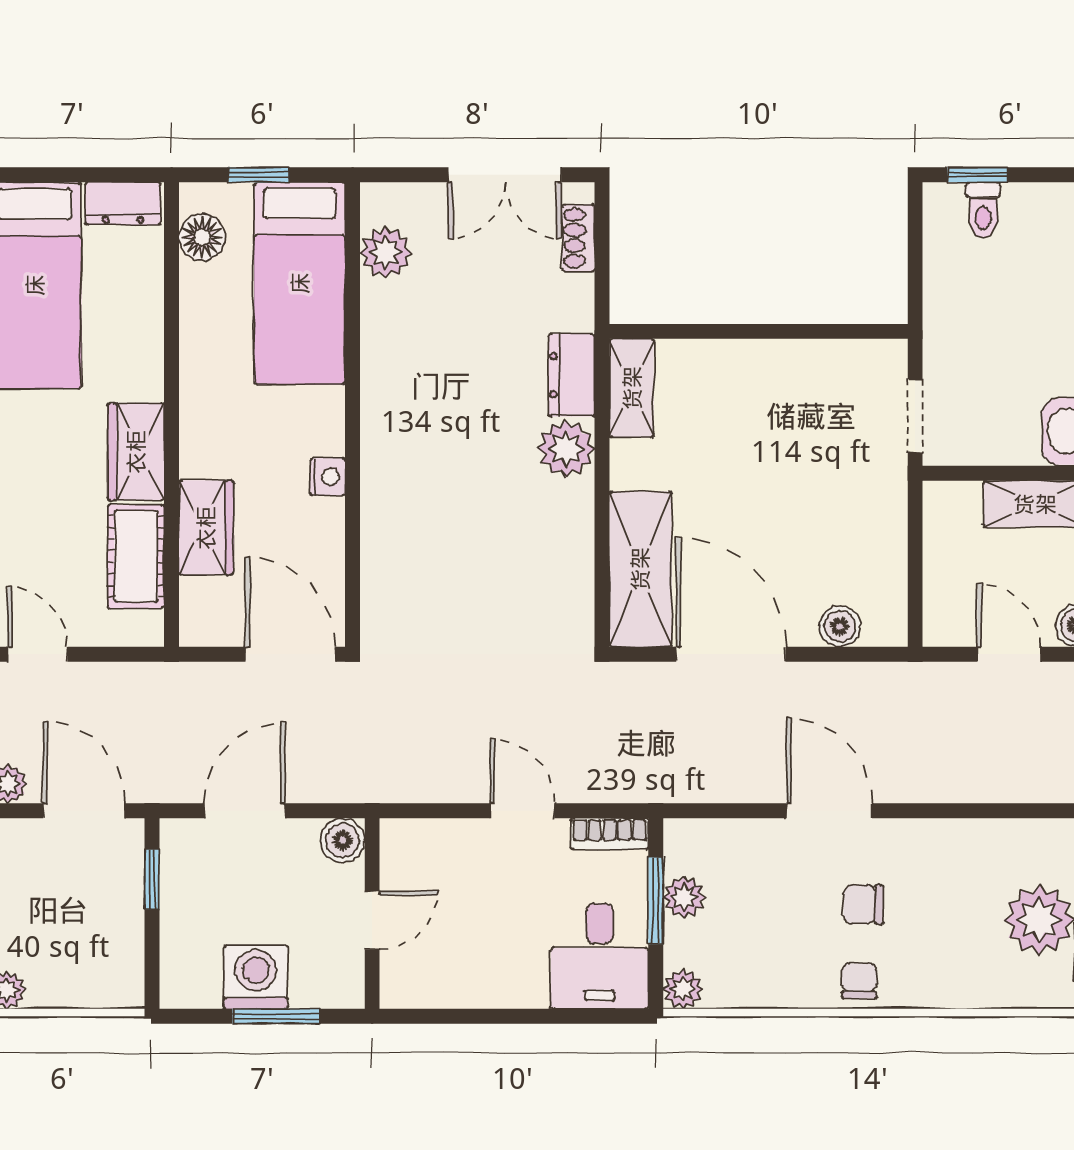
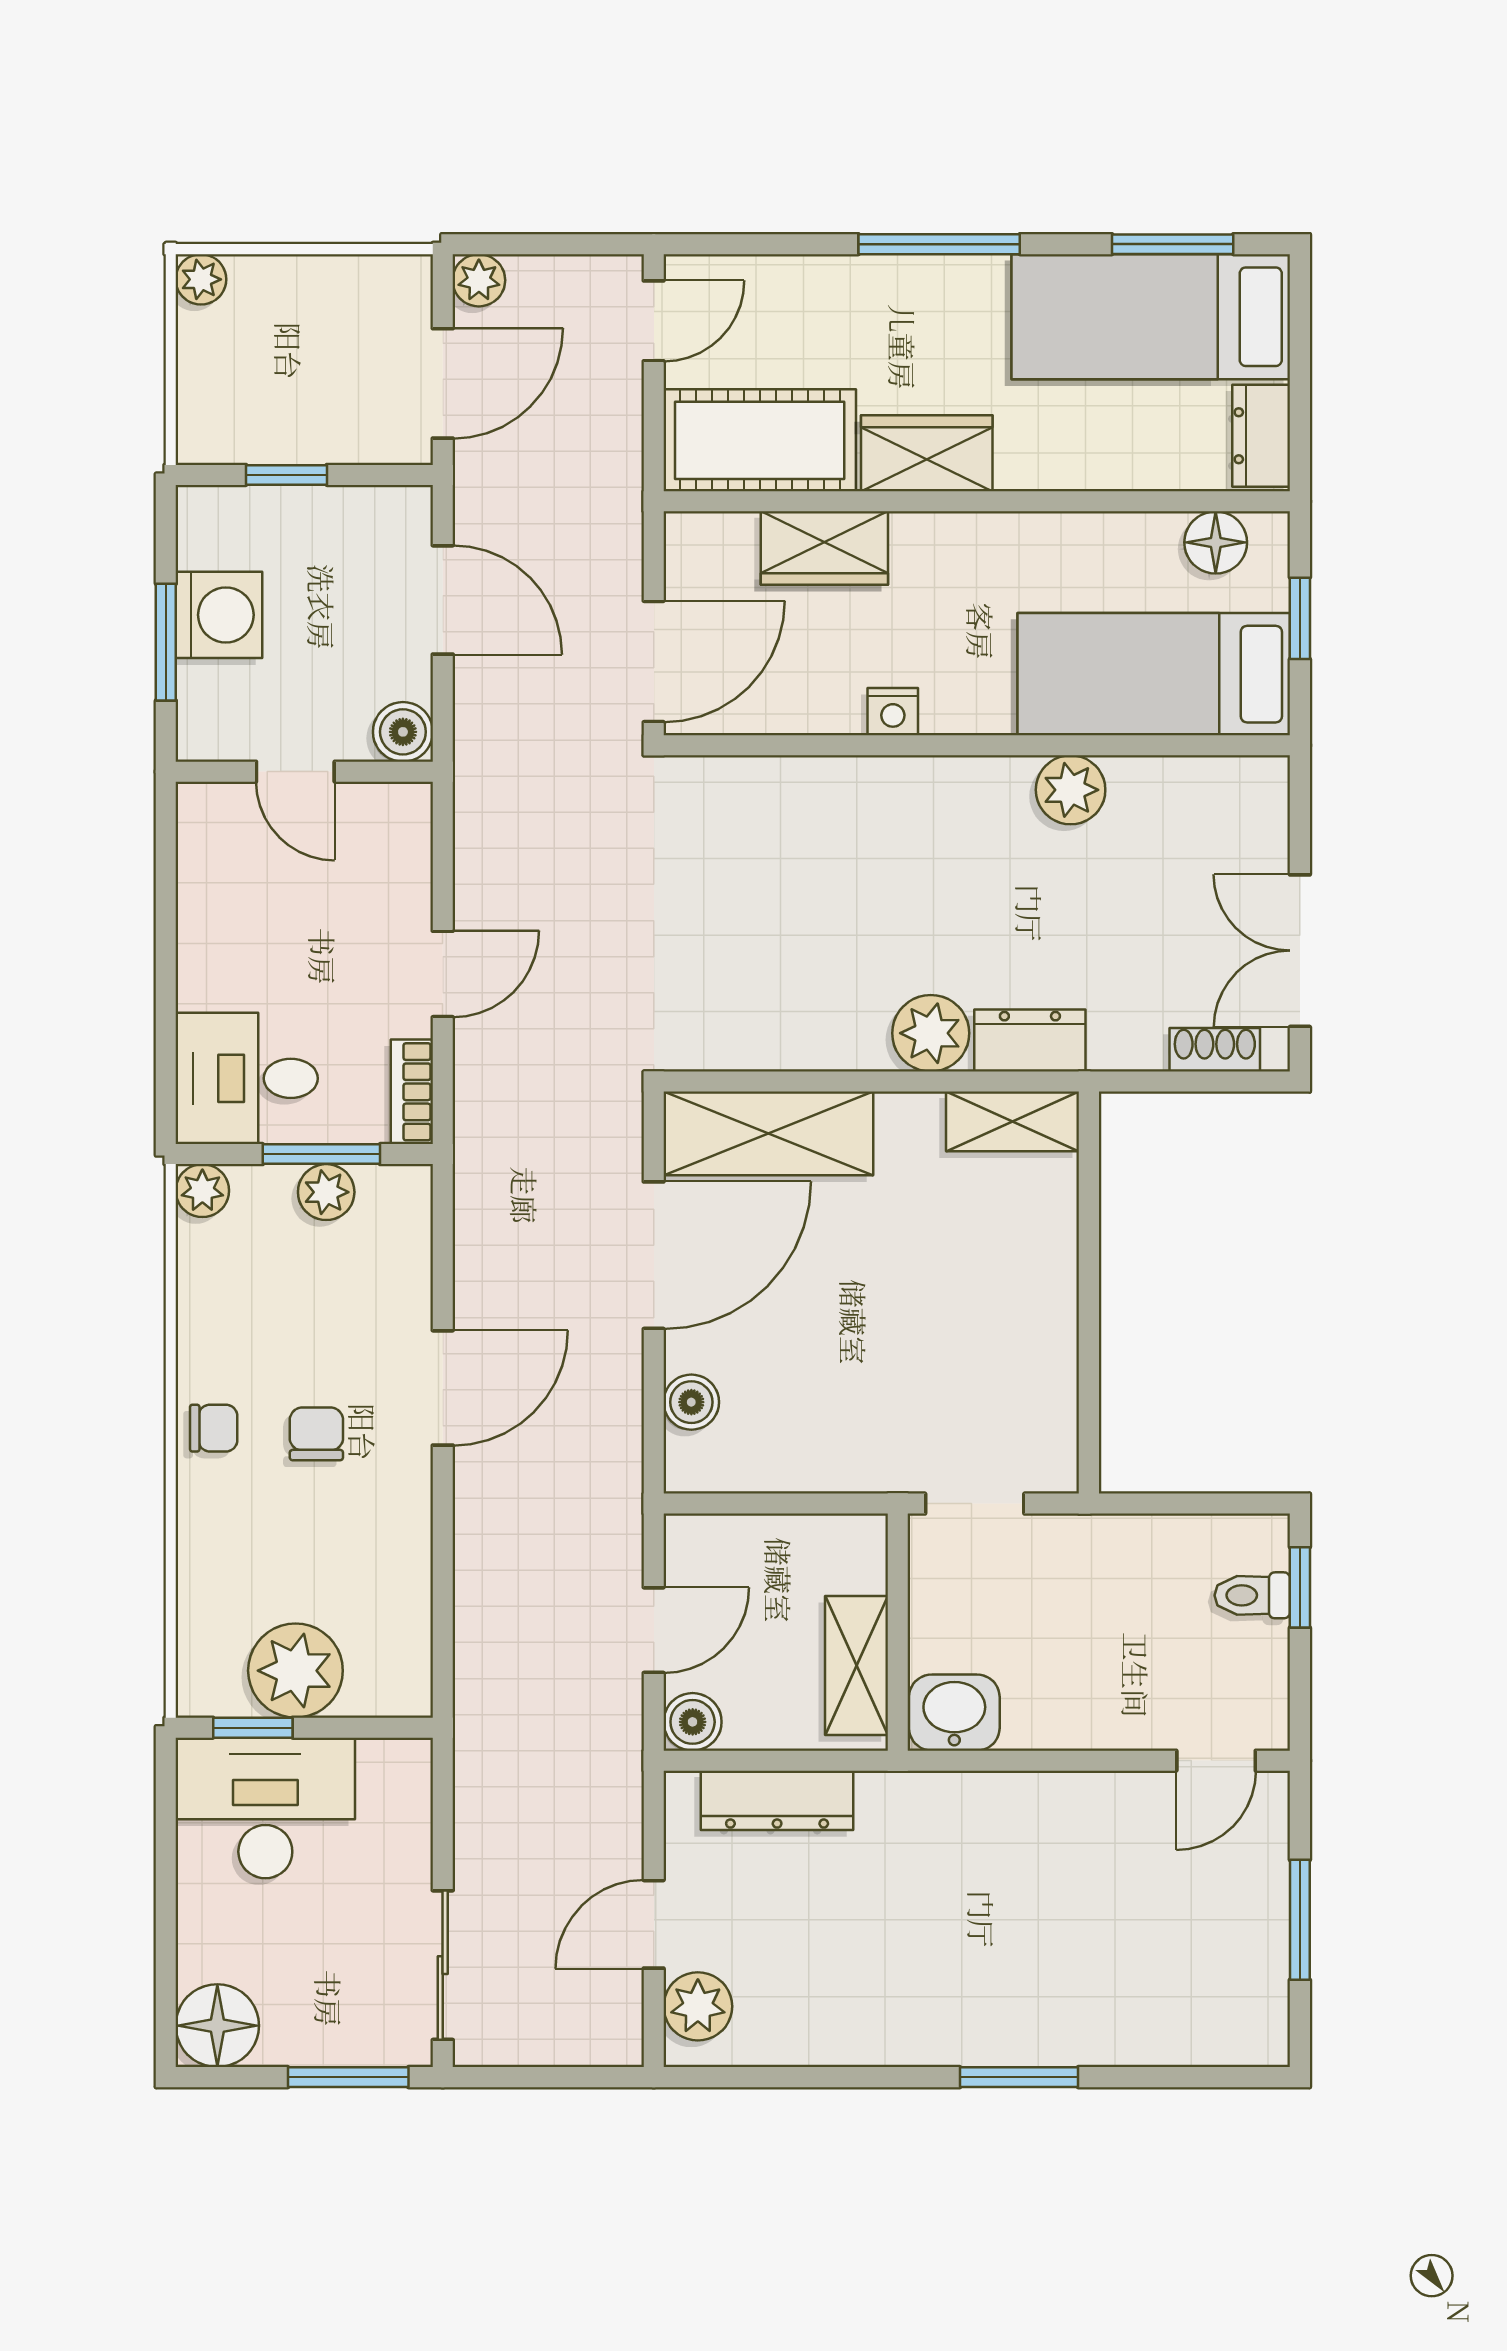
plant: (386, 252) -> (1071, 790), moved
cot: (136, 556) -> (760, 440), width x1.37, depth x1.34
window: (152, 879) -> (286, 475), moved

